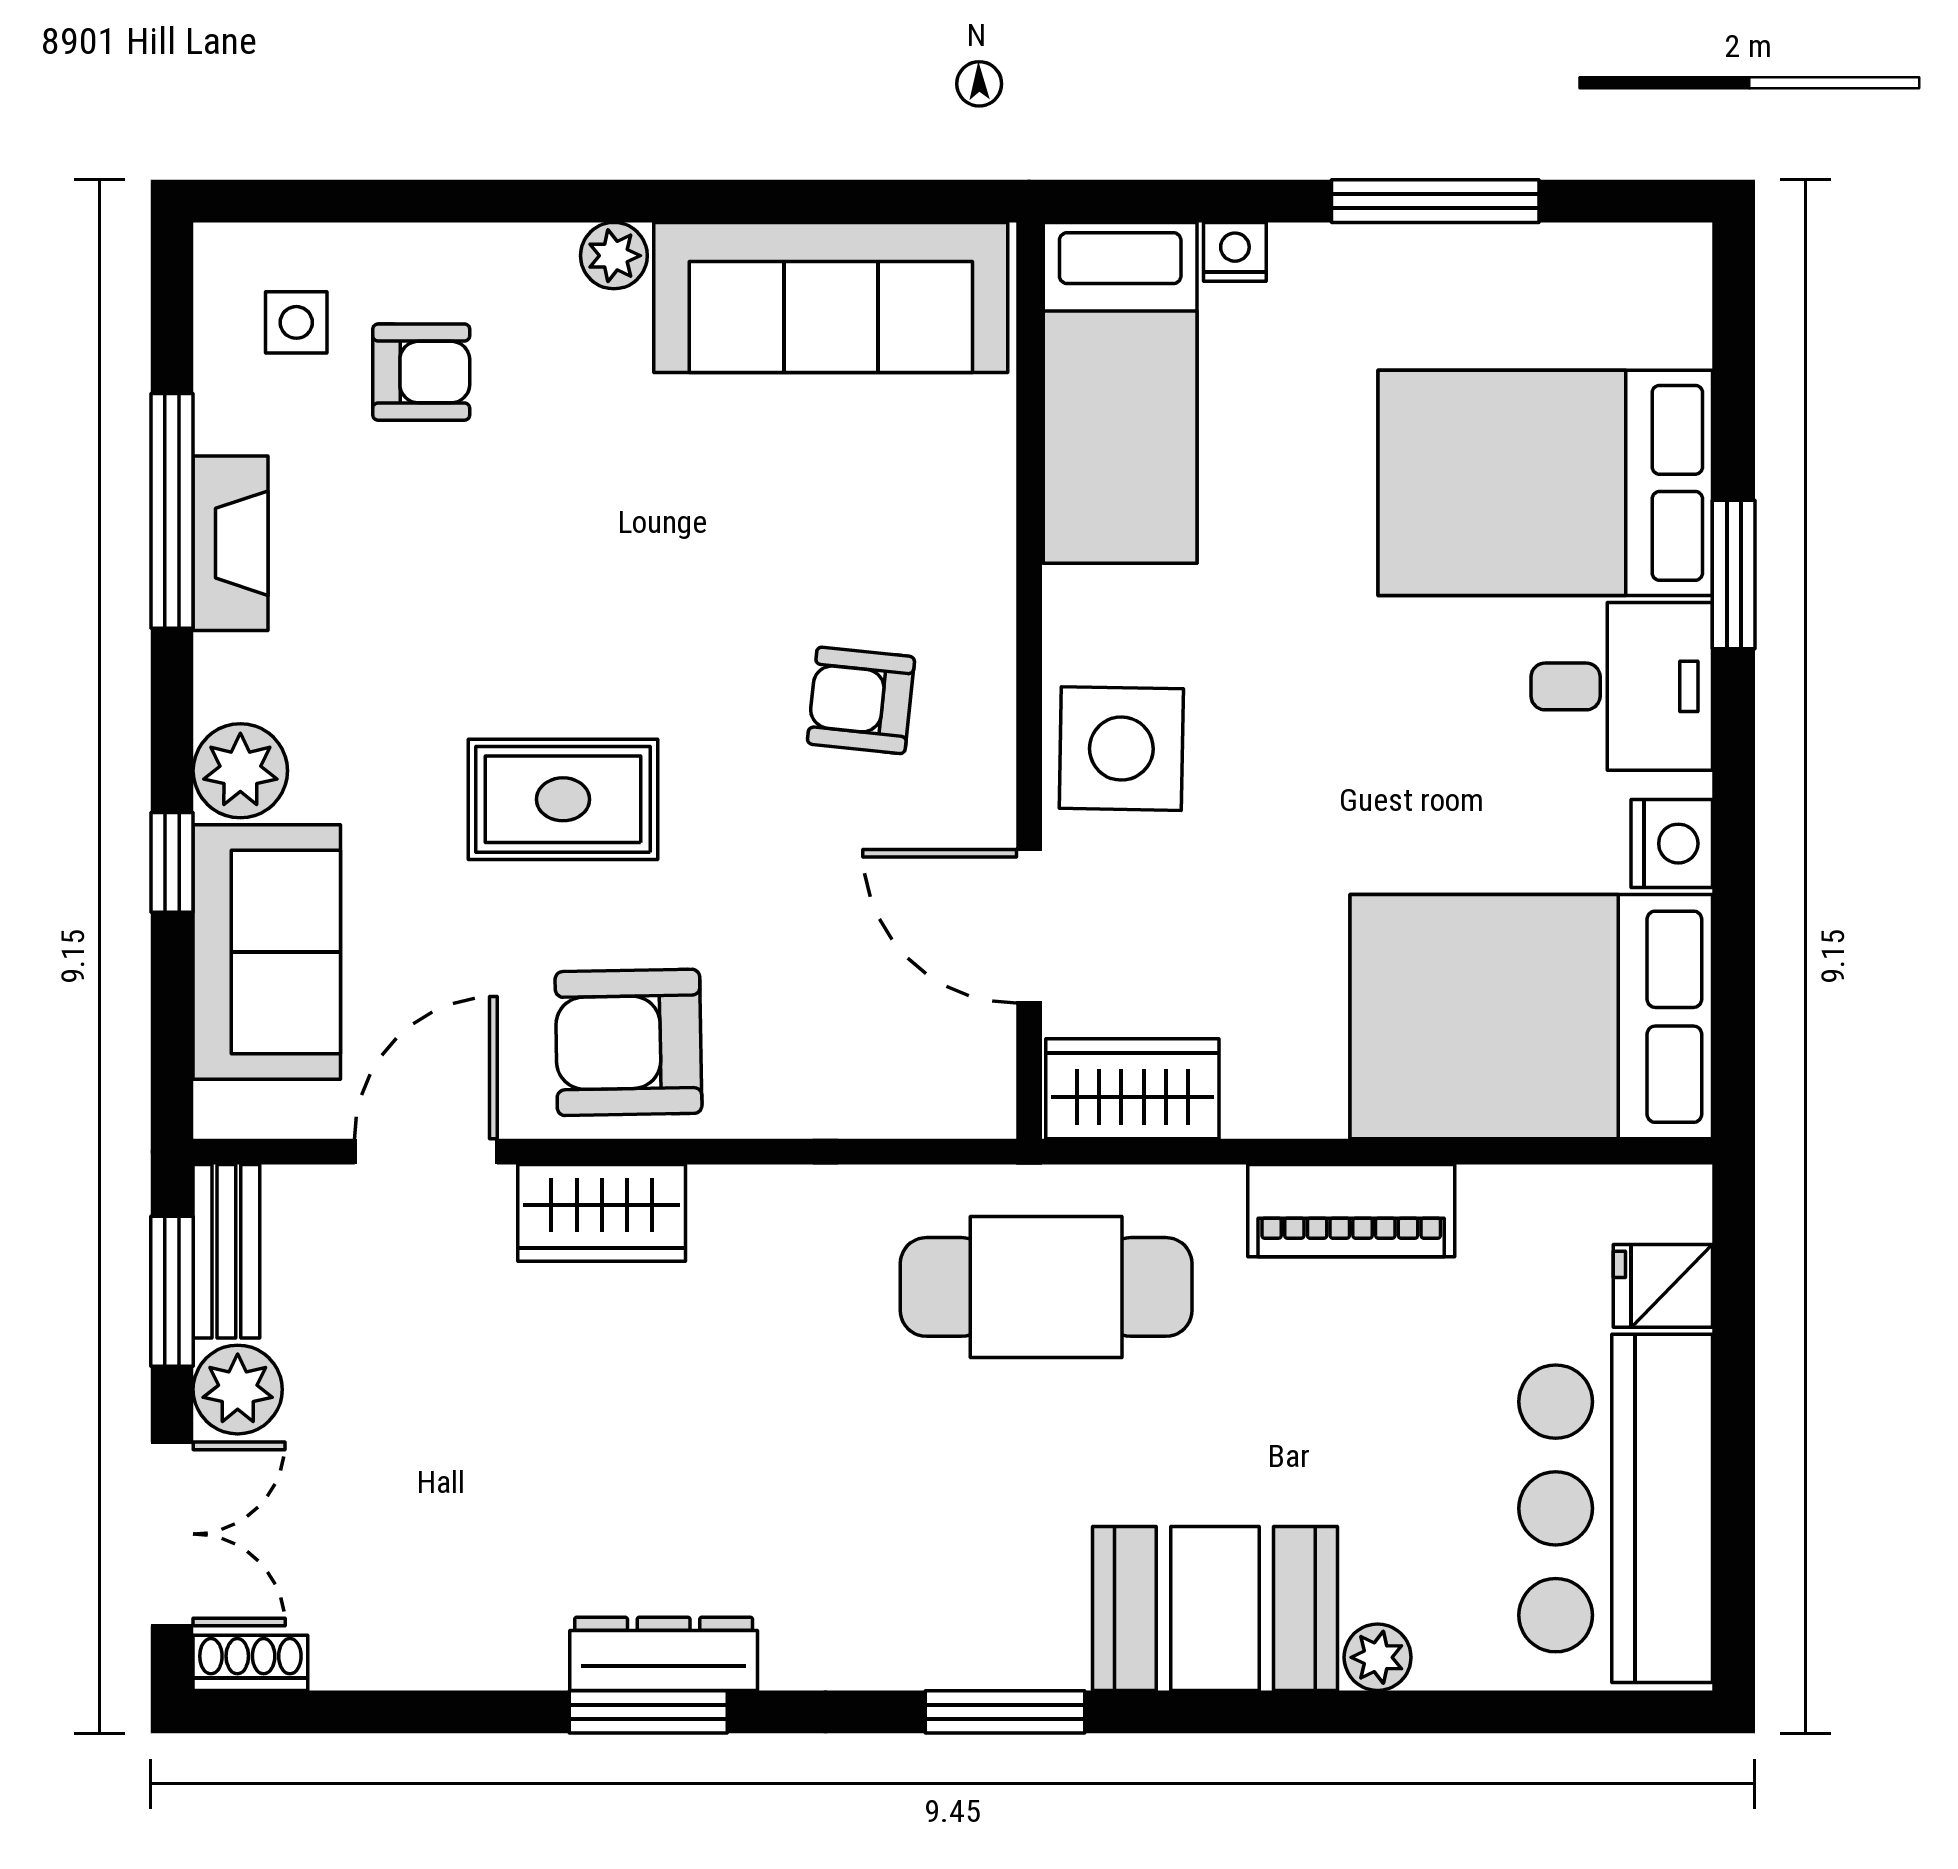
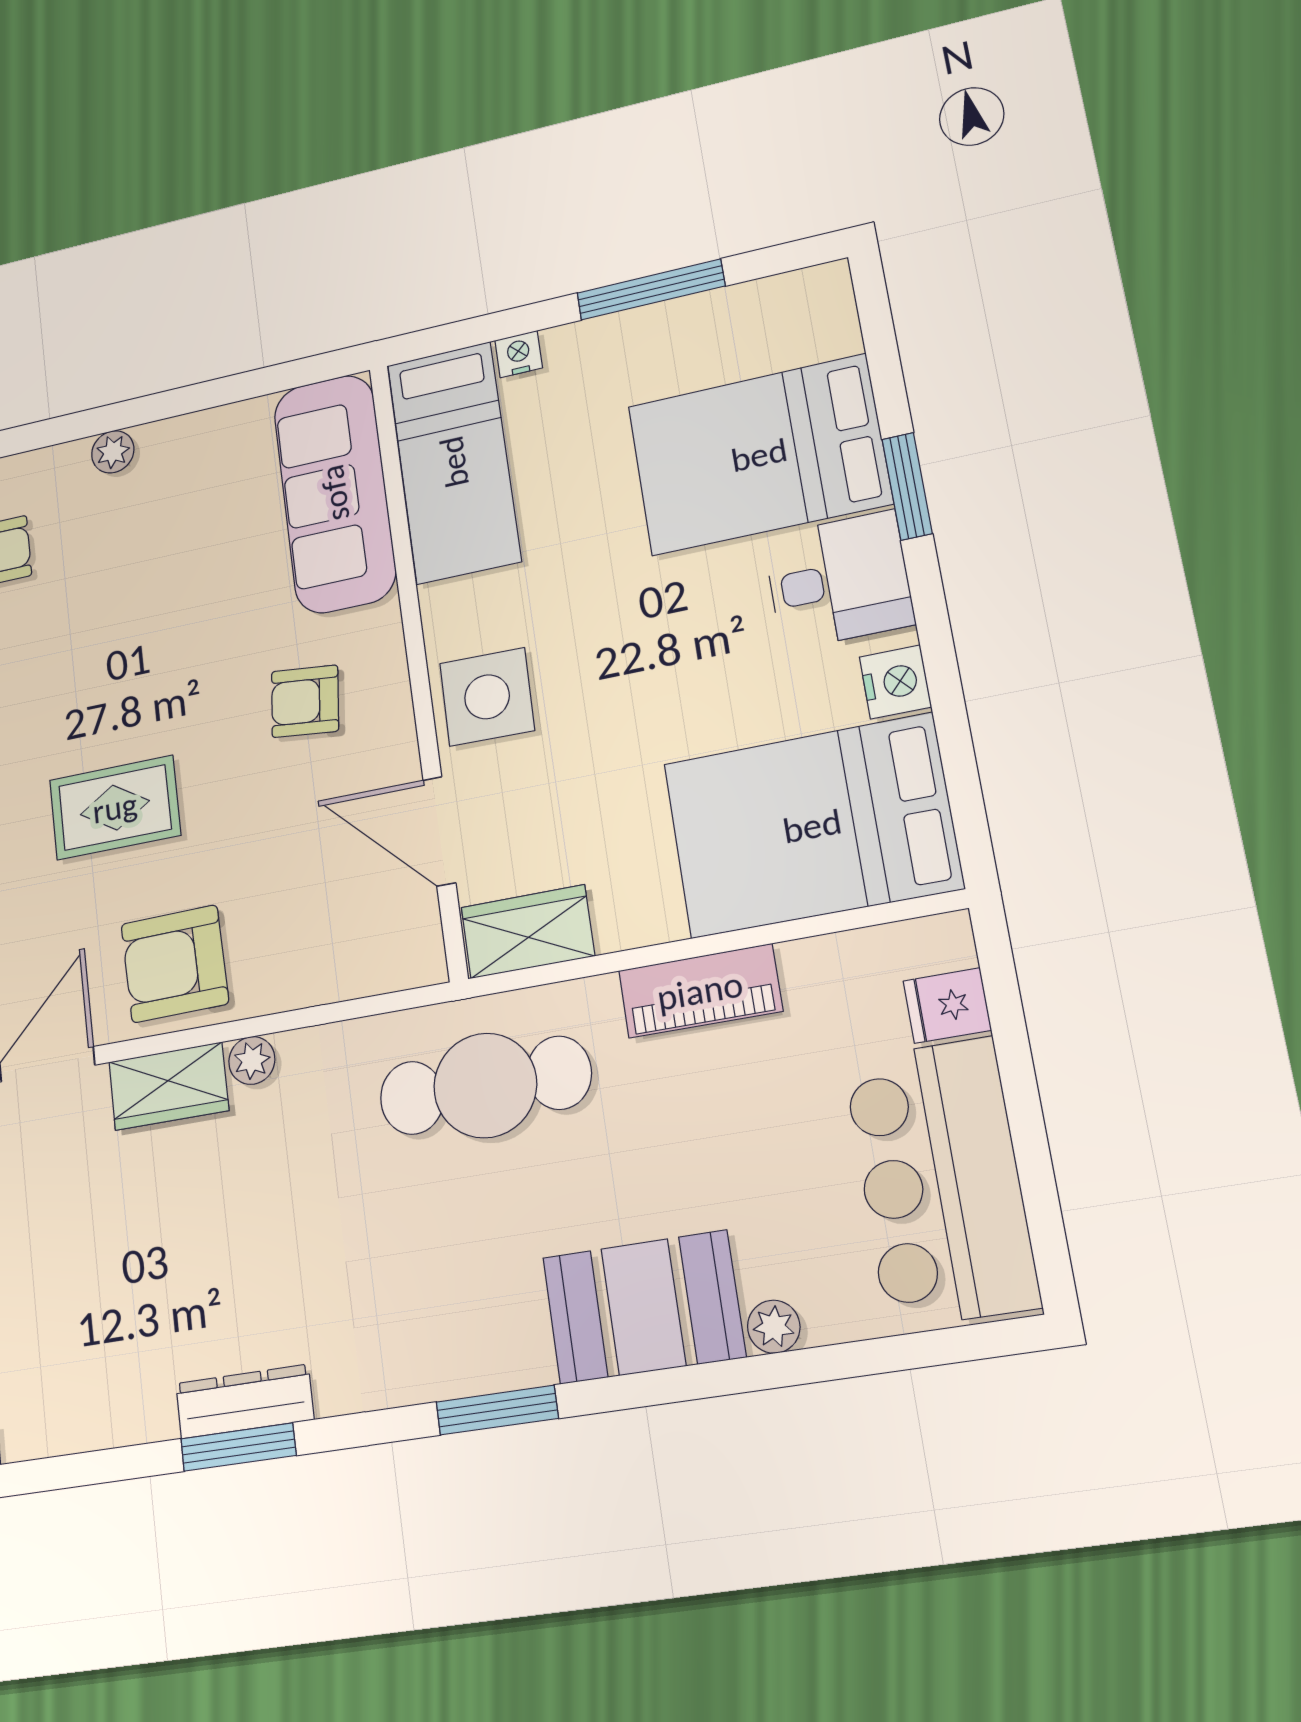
sofa: (831, 297) -> (335, 493), moved, turned 90
plant: (725, 1198) -> (252, 1060), added

